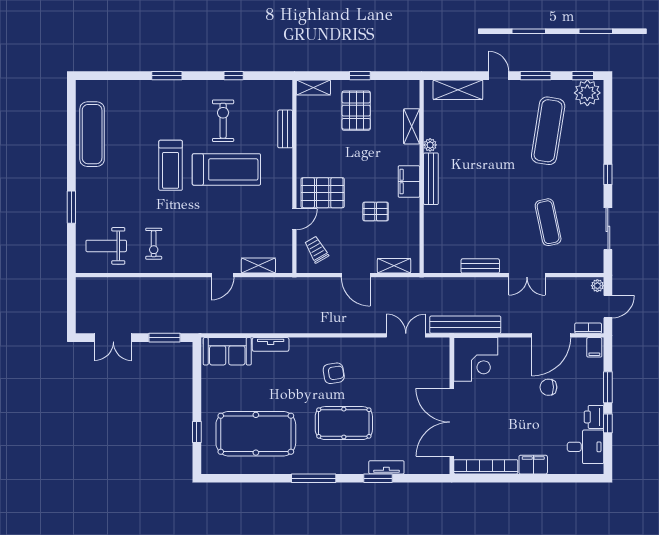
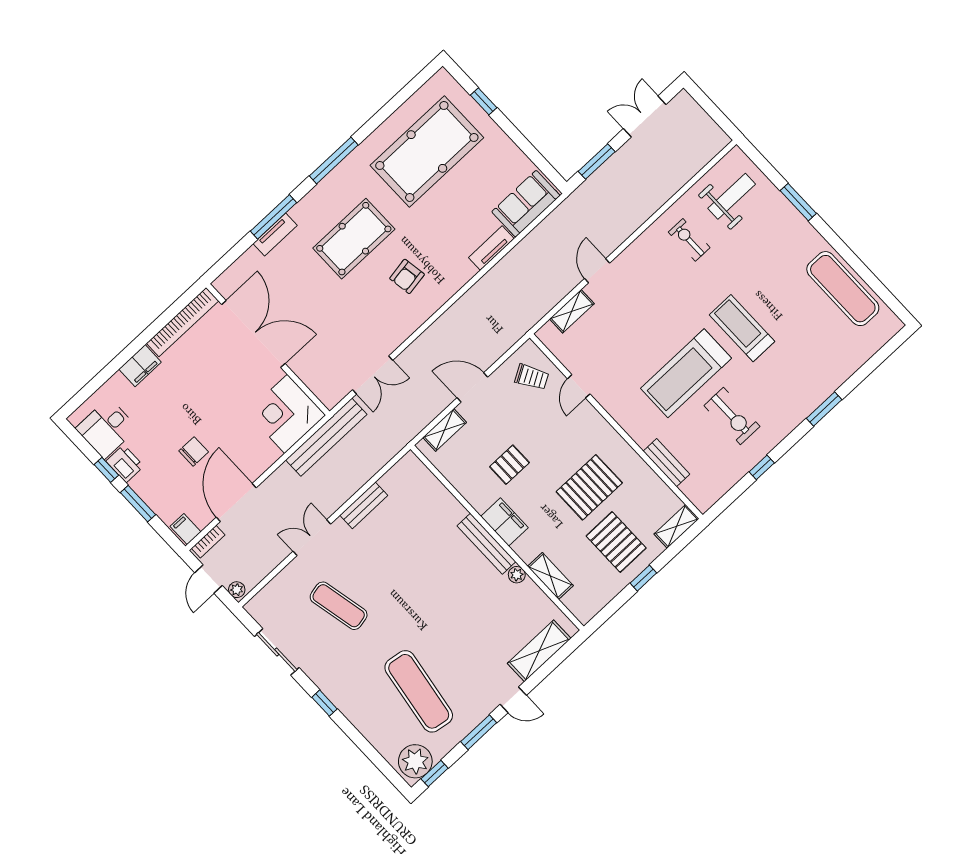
pallet: (323, 193) -> (589, 487), moved
window: (378, 478) -> (273, 217), width x1.44

